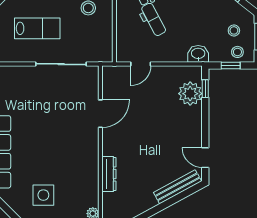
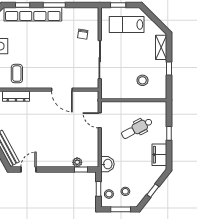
lab bench: (37, 28) -> (127, 24), moved, turned 90
chair: (28, 86) -> (83, 34), added
plant: (190, 94) -> (77, 162), width x0.53, depth x0.53
coffee table: (79, 173) -> (17, 74), added

